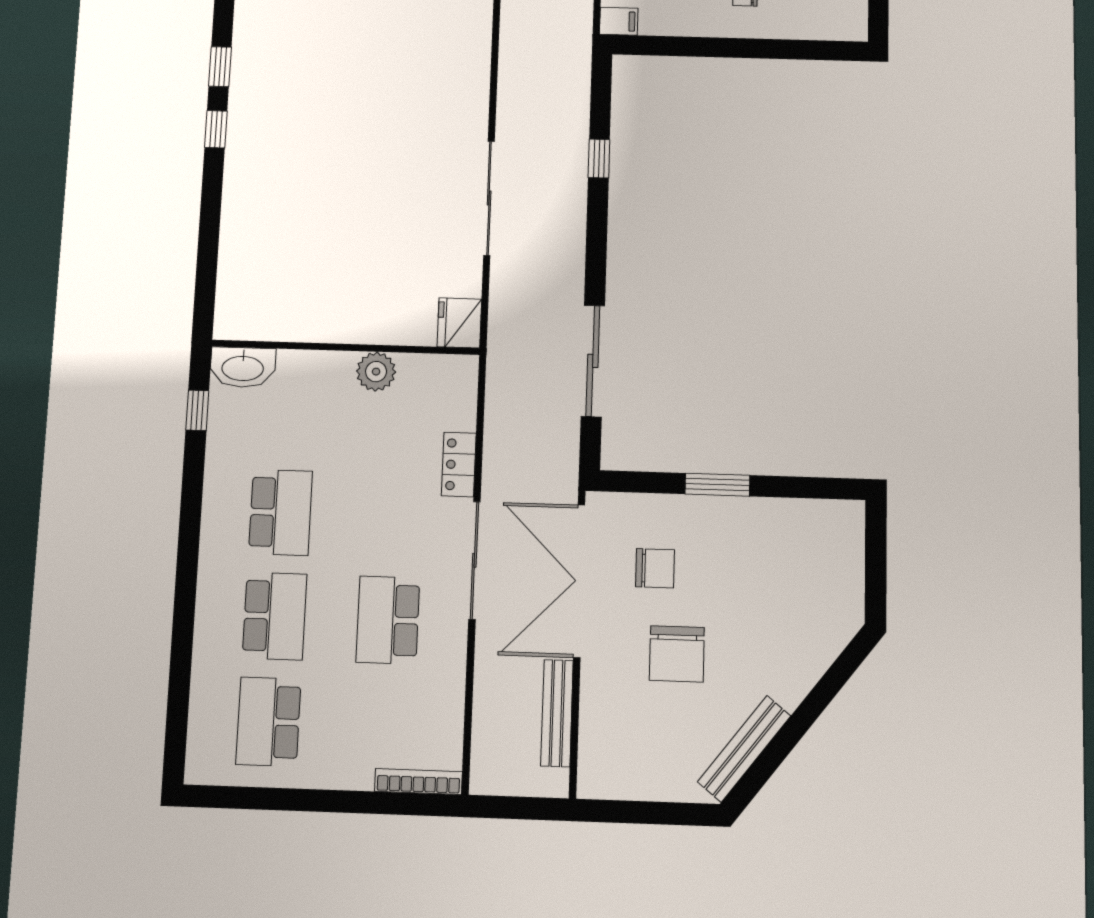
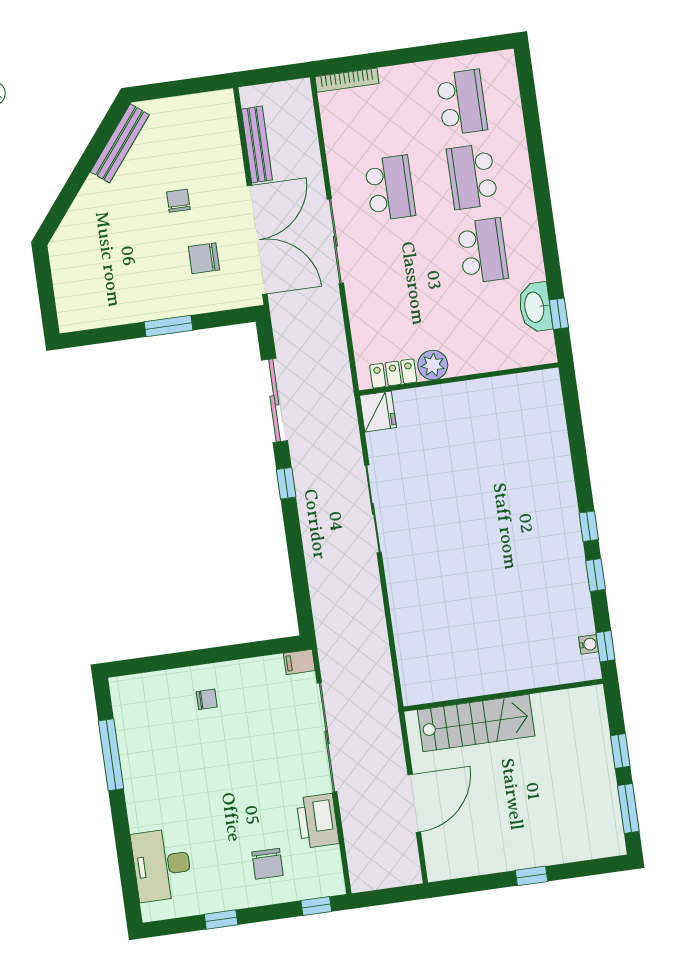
window: (599, 159) -> (286, 483), moved
washbasin: (243, 367) -> (535, 307), moved, turned -90
locker: (459, 465) -> (393, 374), moved, turned -90
school desk: (281, 512) -> (483, 251), turned 180
chair: (677, 654) -> (178, 201), width x0.54, depth x0.54

